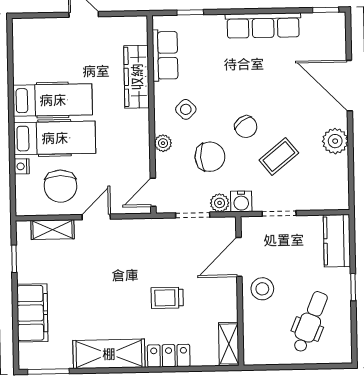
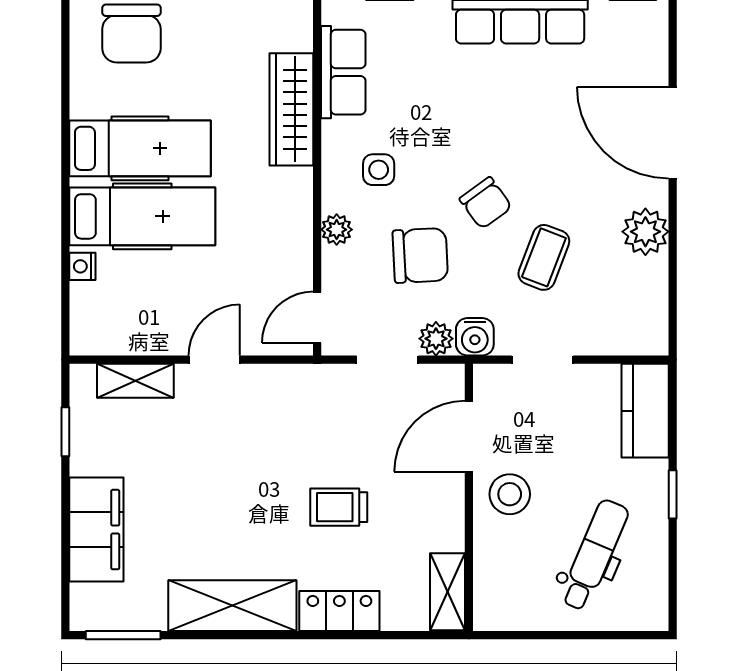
side table: (186, 109) -> (379, 170), turned 45
coffee table: (279, 156) -> (544, 257), turned -30
chair: (60, 186) -> (131, 33), moved

